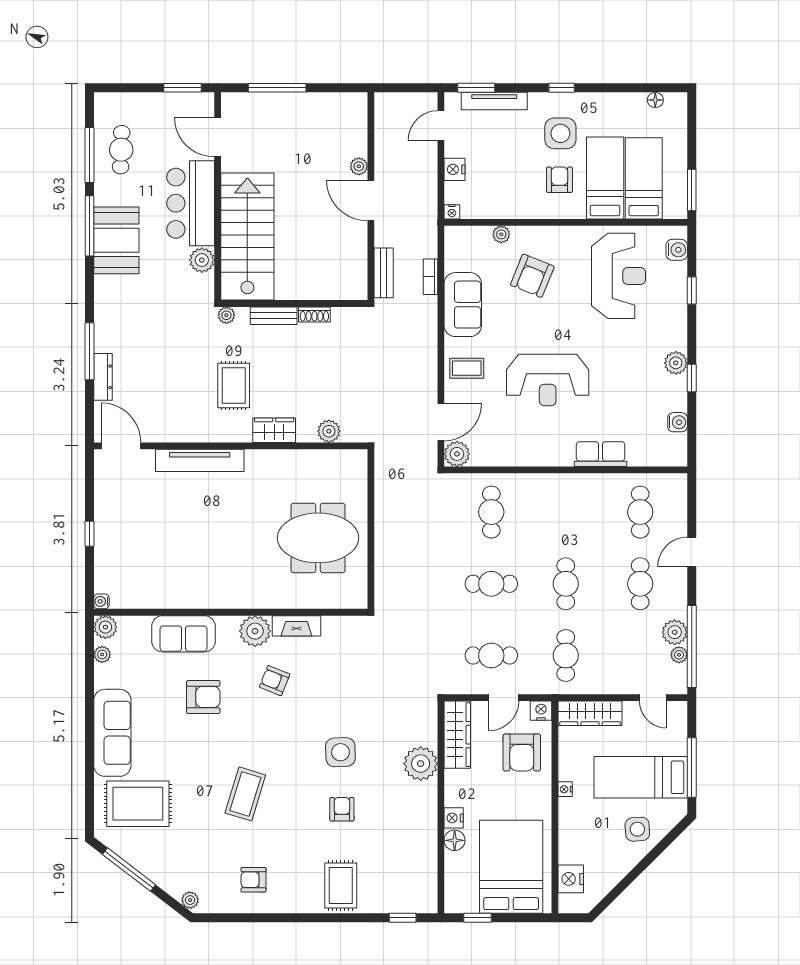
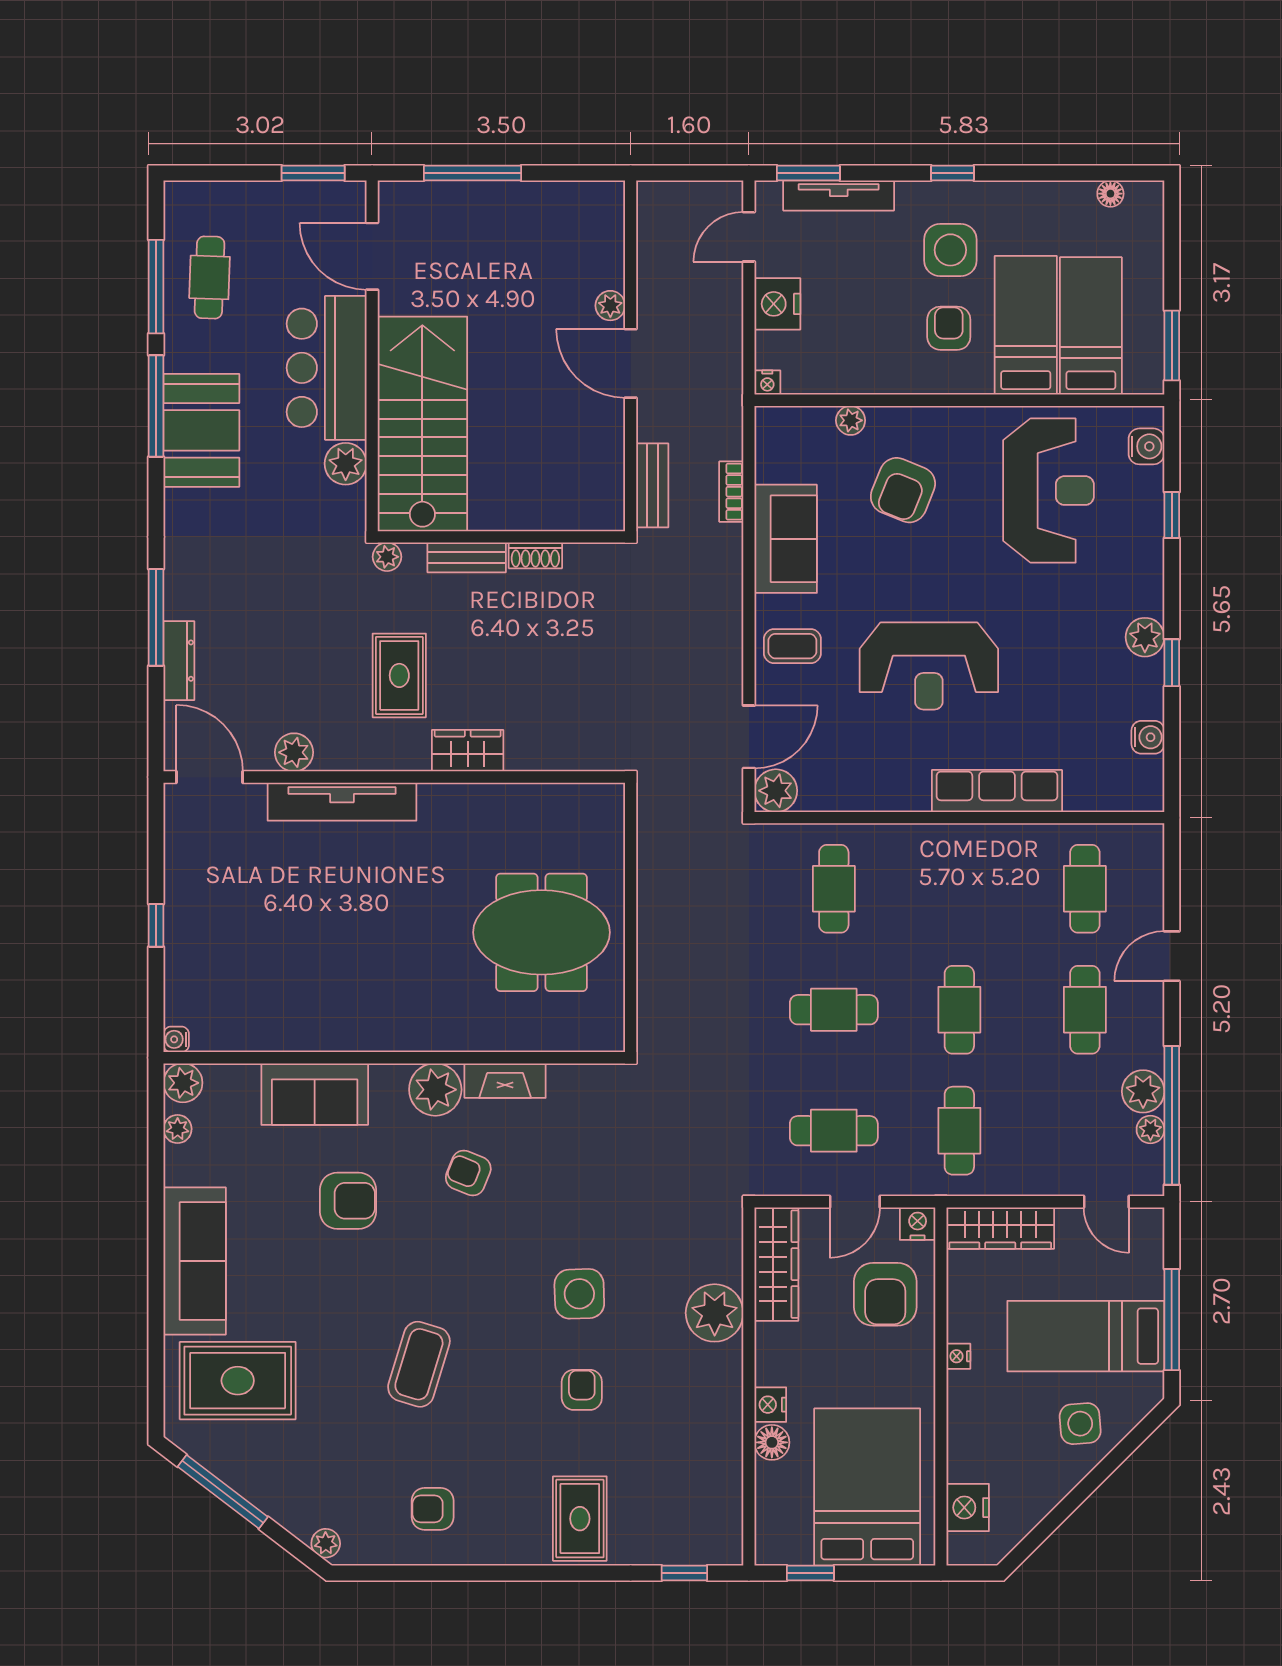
nightstand: (454, 169) -> (777, 304), width x1.36, depth x1.33
plant: (329, 431) -> (294, 752), moved
row of seats: (601, 454) -> (997, 791), width x1.48

